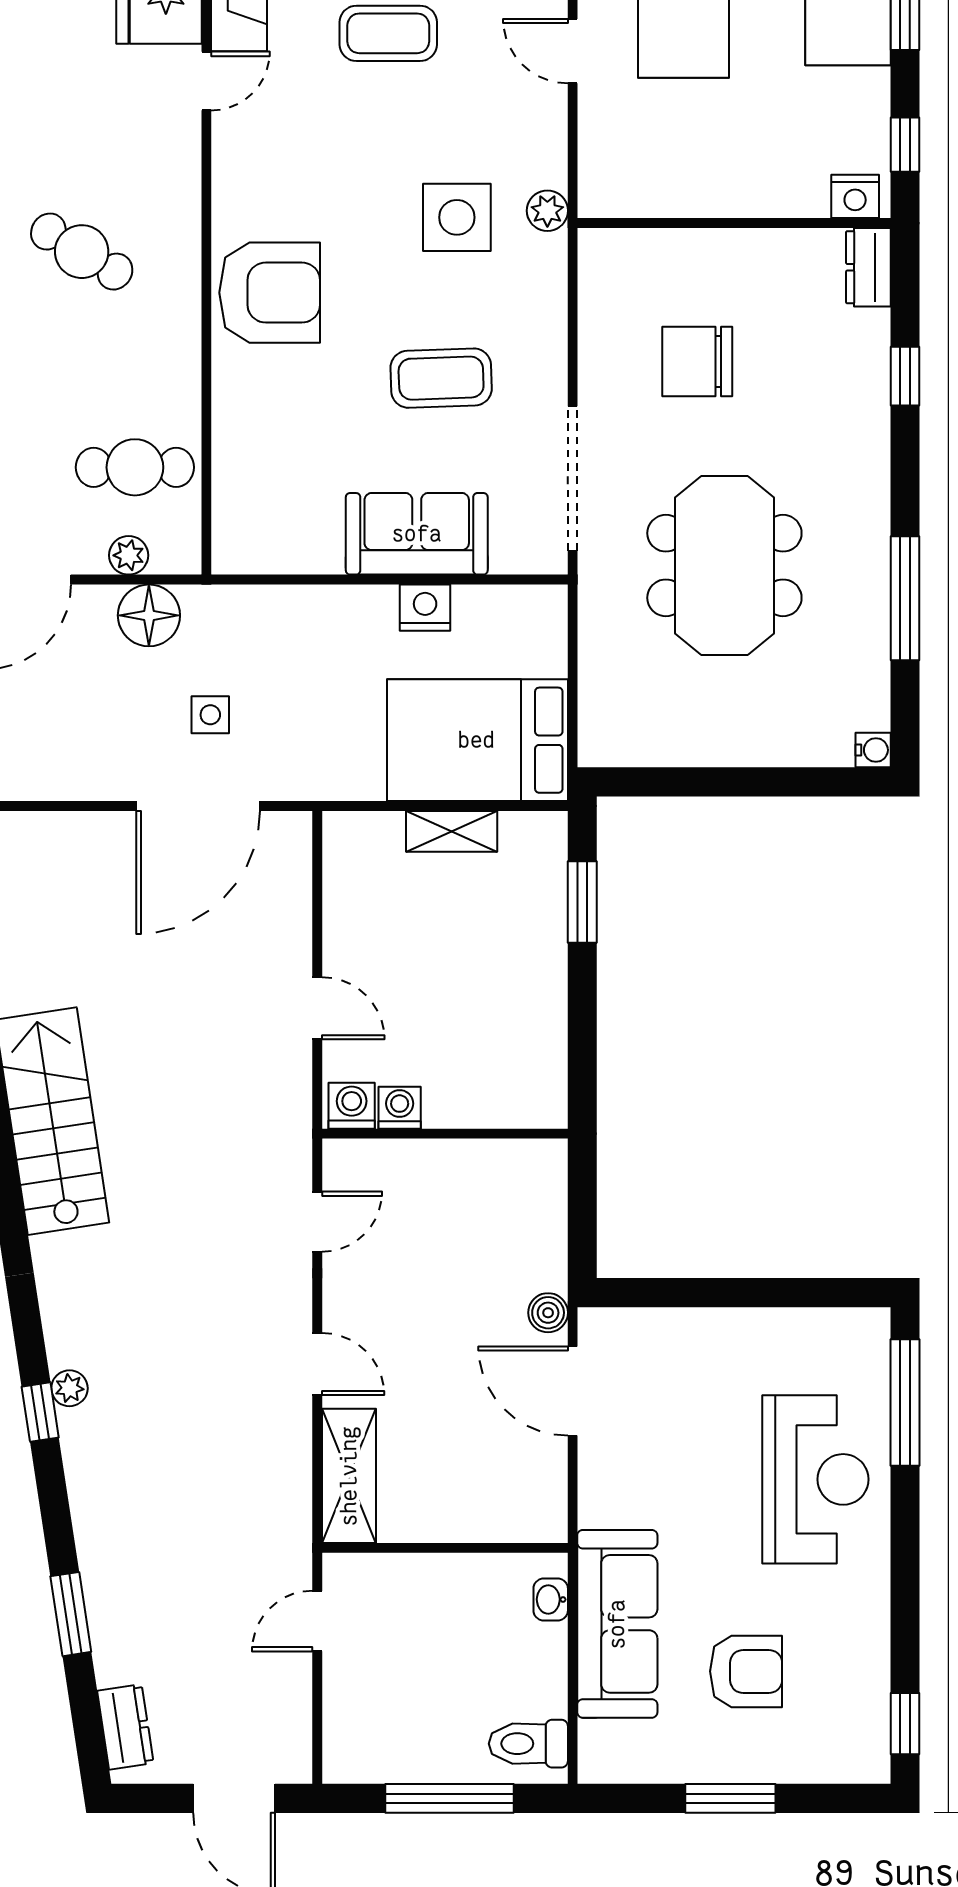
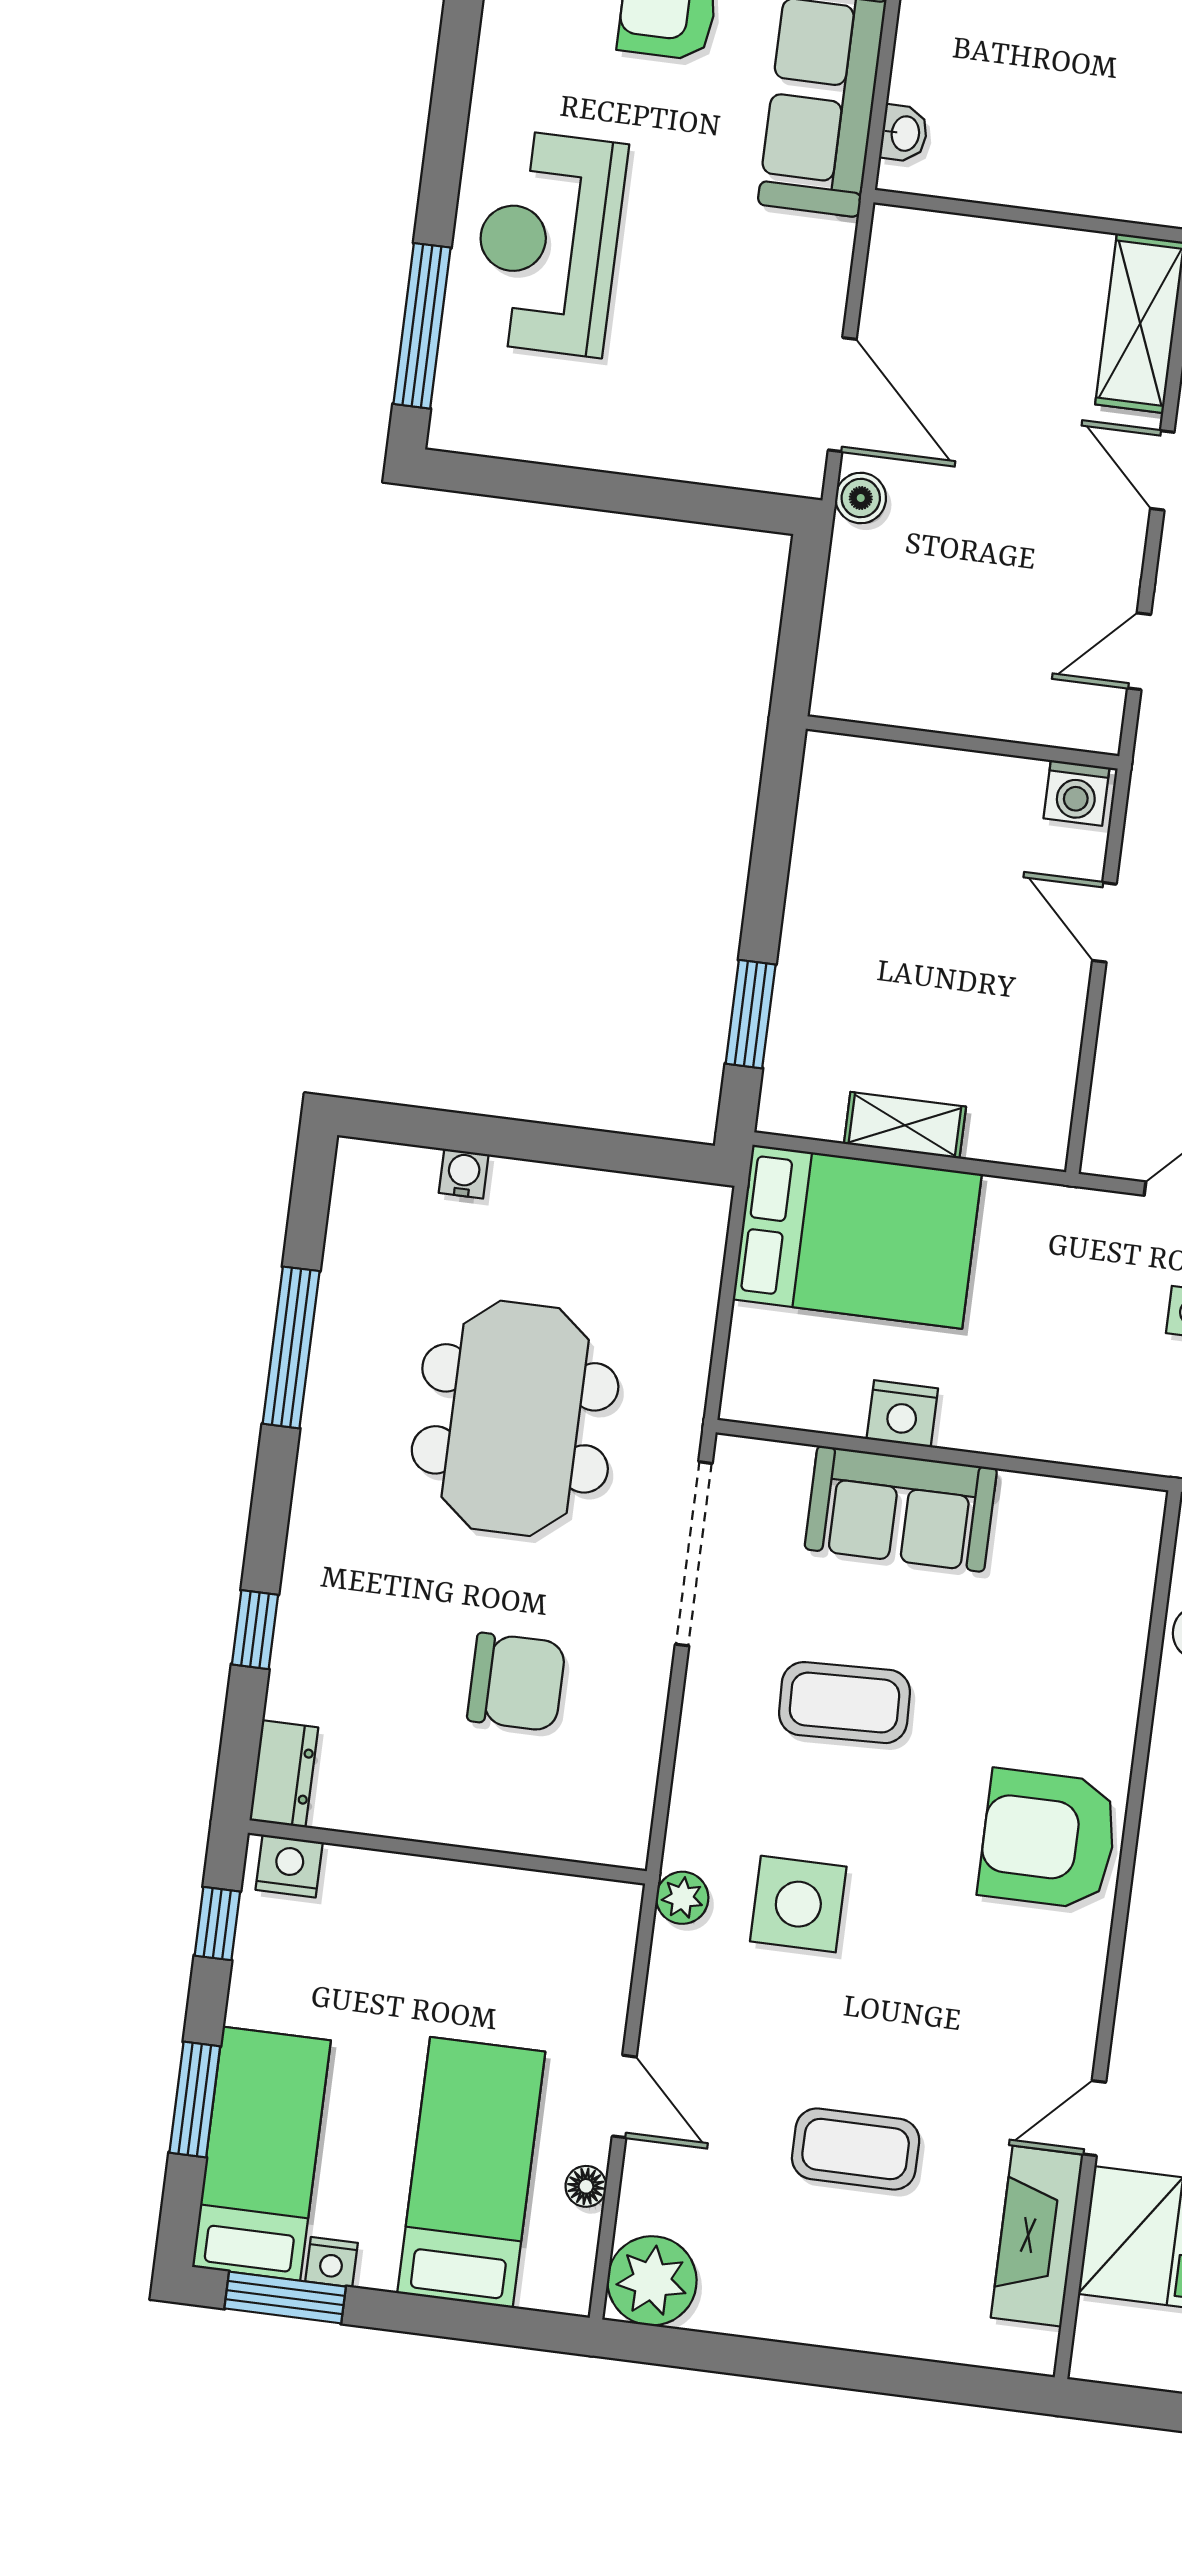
water cooler: (873, 750) -> (464, 1174), moved, turned 90
washing machine: (400, 1108) -> (1016, 783), removed

